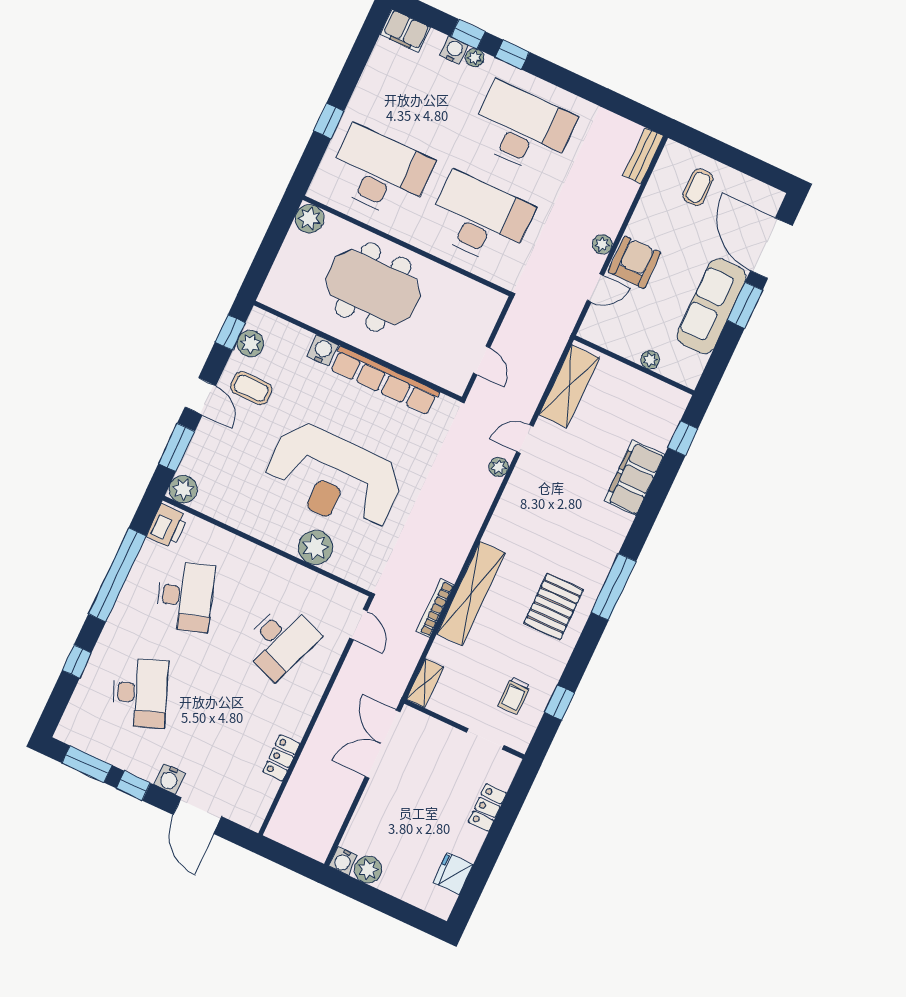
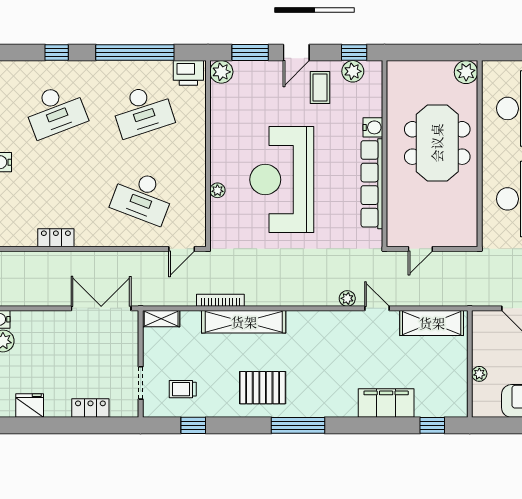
plant: (315, 547) -> (217, 190), width x0.53, depth x0.53

